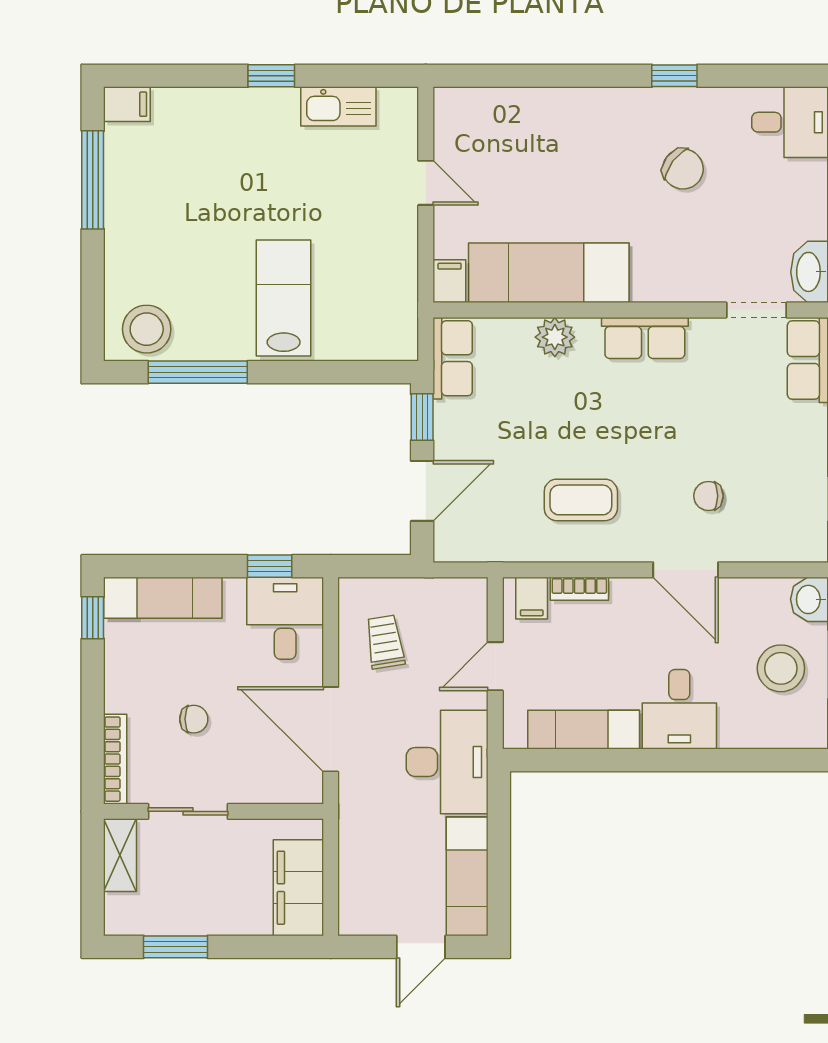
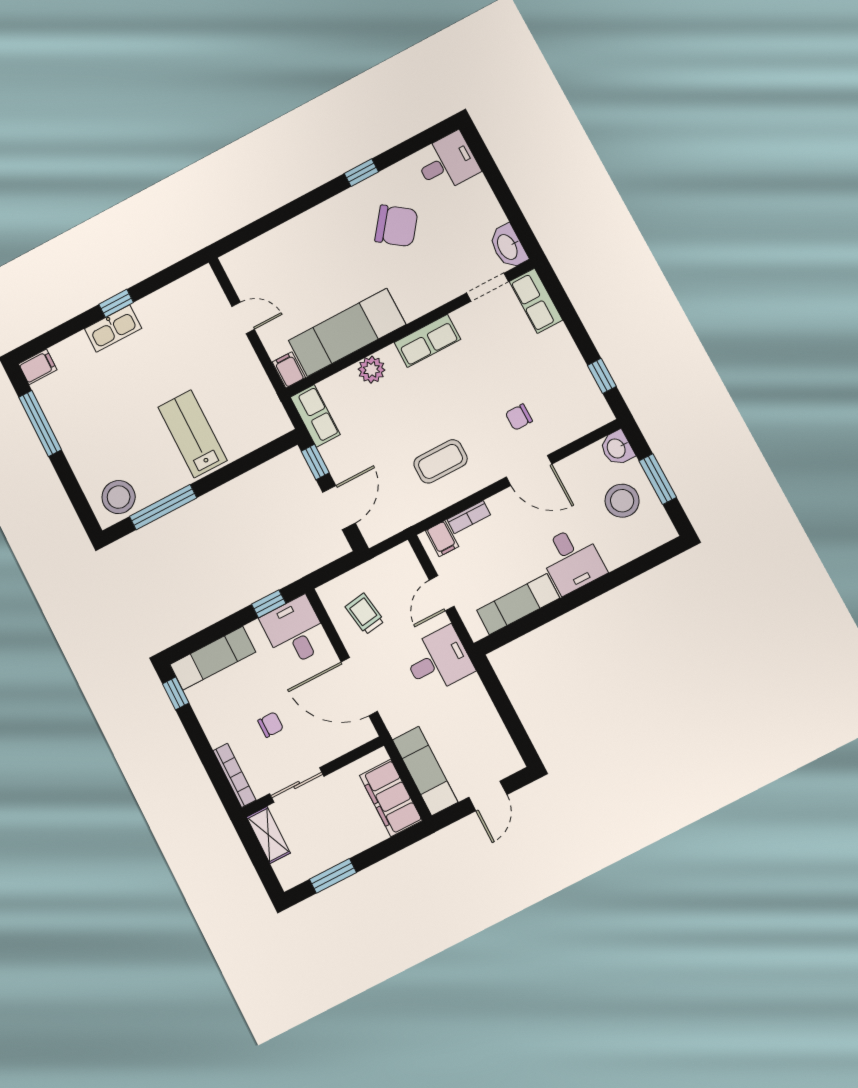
kitchen sink: (338, 106) -> (113, 328), moved
chair: (683, 169) -> (396, 226), width x1.37, depth x1.37
desk: (447, 762) -> (438, 660), width x0.73
exam couch: (467, 876) -> (425, 771), moved, turned 180

